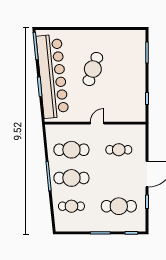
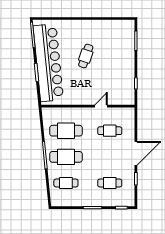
cafe table: (93, 69) -> (86, 56), width x0.73, depth x0.74
door: (97, 123) -> (101, 106), moved
cafe table: (119, 206) -> (110, 183), width x0.73, depth x0.74

